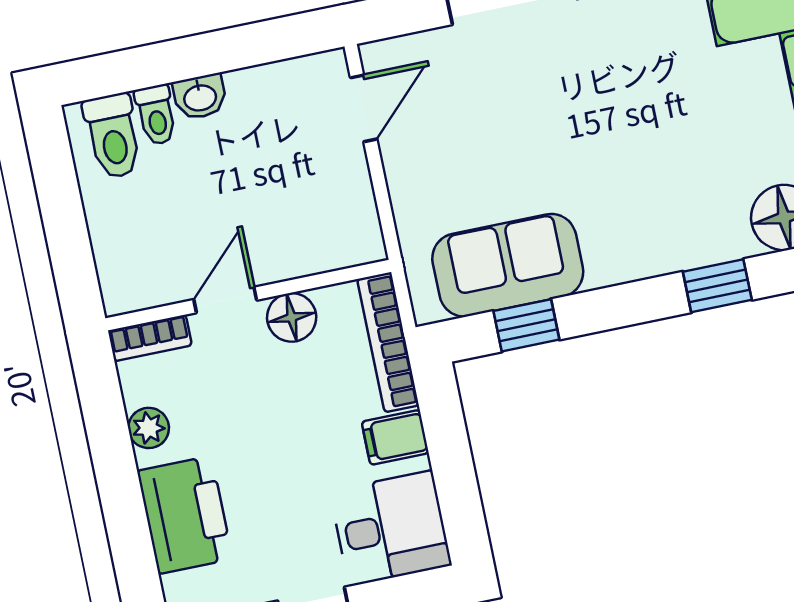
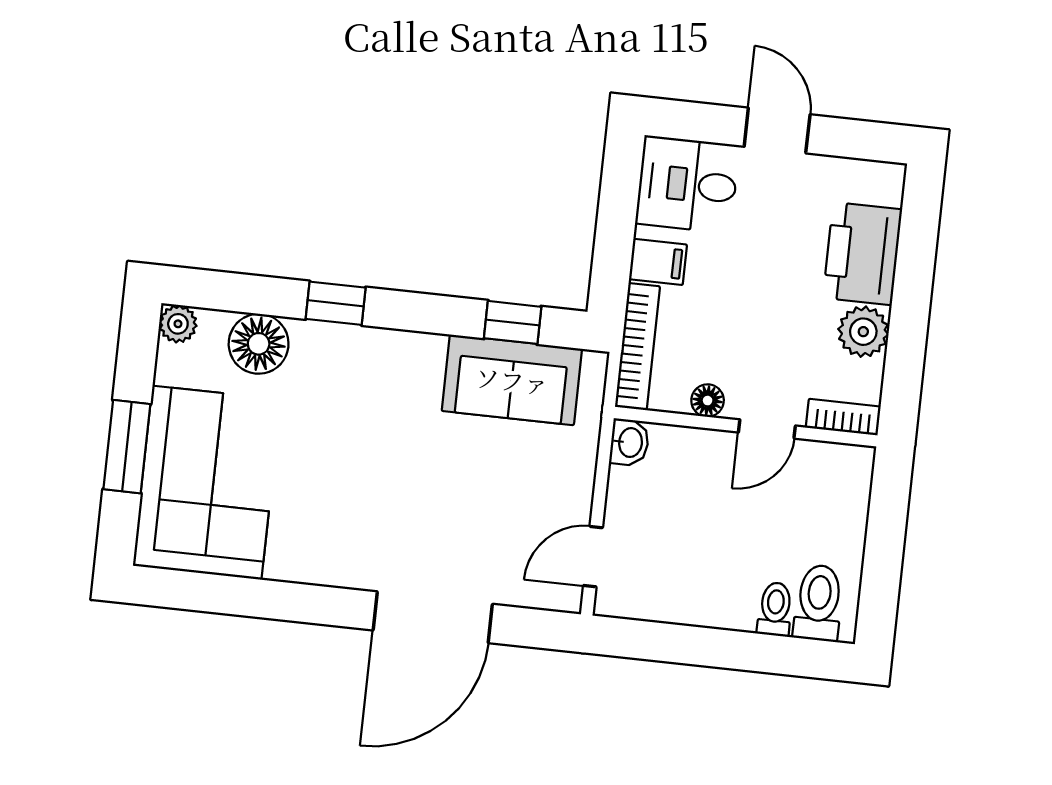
washbasin: (200, 97) -> (629, 442), moved, turned 90
floor lamp: (292, 317) -> (708, 401), width x0.73, depth x0.73
plant: (149, 428) -> (863, 332), width x1.38, depth x1.38

